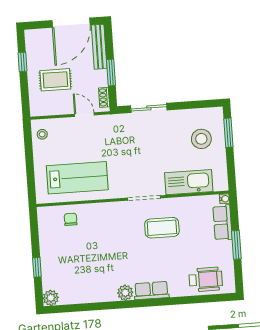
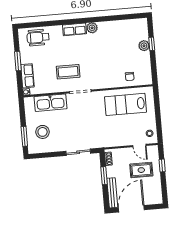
window: (23, 62) -> (162, 166), moved
door: (84, 115) -> (139, 145), moved
plant: (51, 298) -> (144, 46), moved

